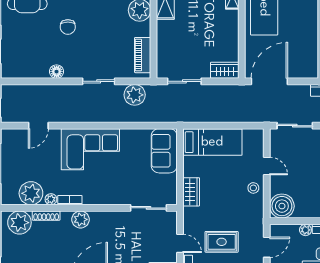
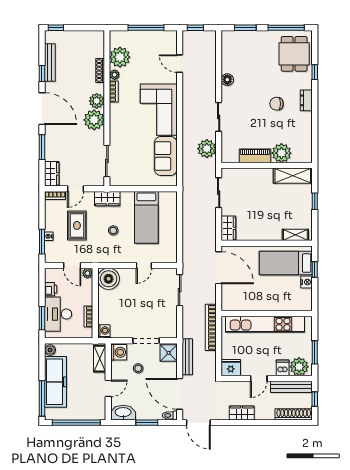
chair: (68, 27) -> (277, 104), moved
piano: (143, 55) -> (255, 156), moved
bed: (212, 142) -> (146, 217), moved
sofa: (164, 151) -> (166, 156), moved, turned -90
stool: (253, 188) -> (113, 230), moved
wardrobe: (191, 192) -> (107, 199), moved
plant: (19, 223) -> (94, 120), moved
plant: (305, 230) -> (87, 273), moved

